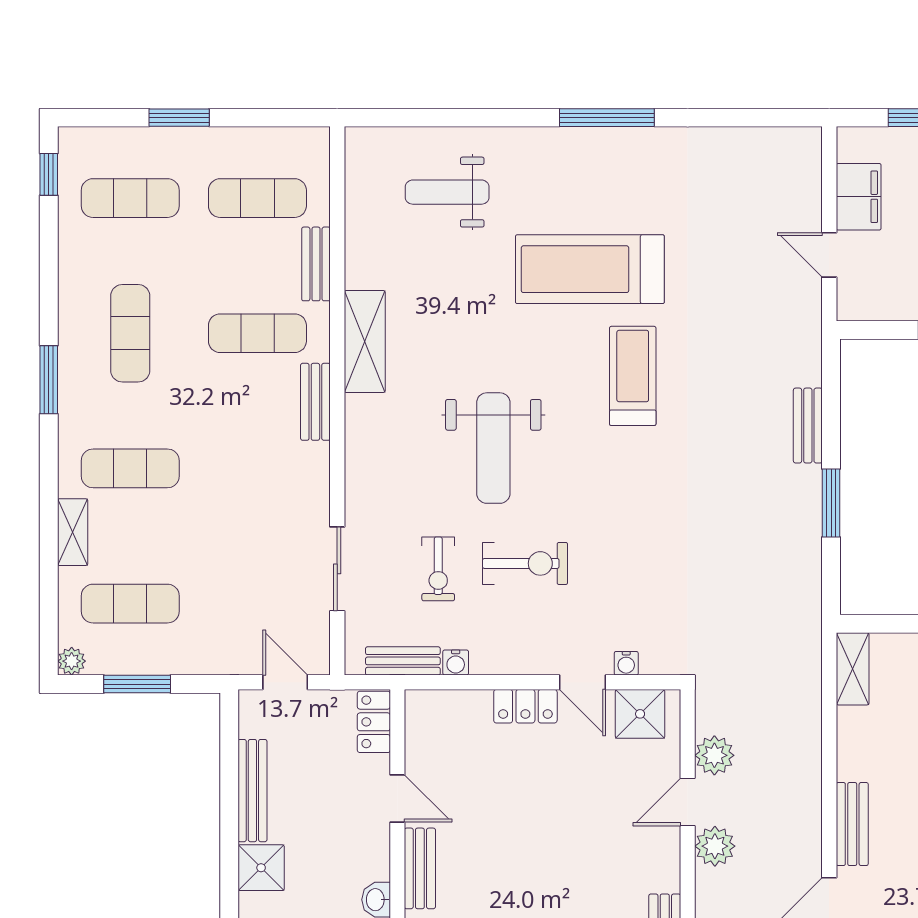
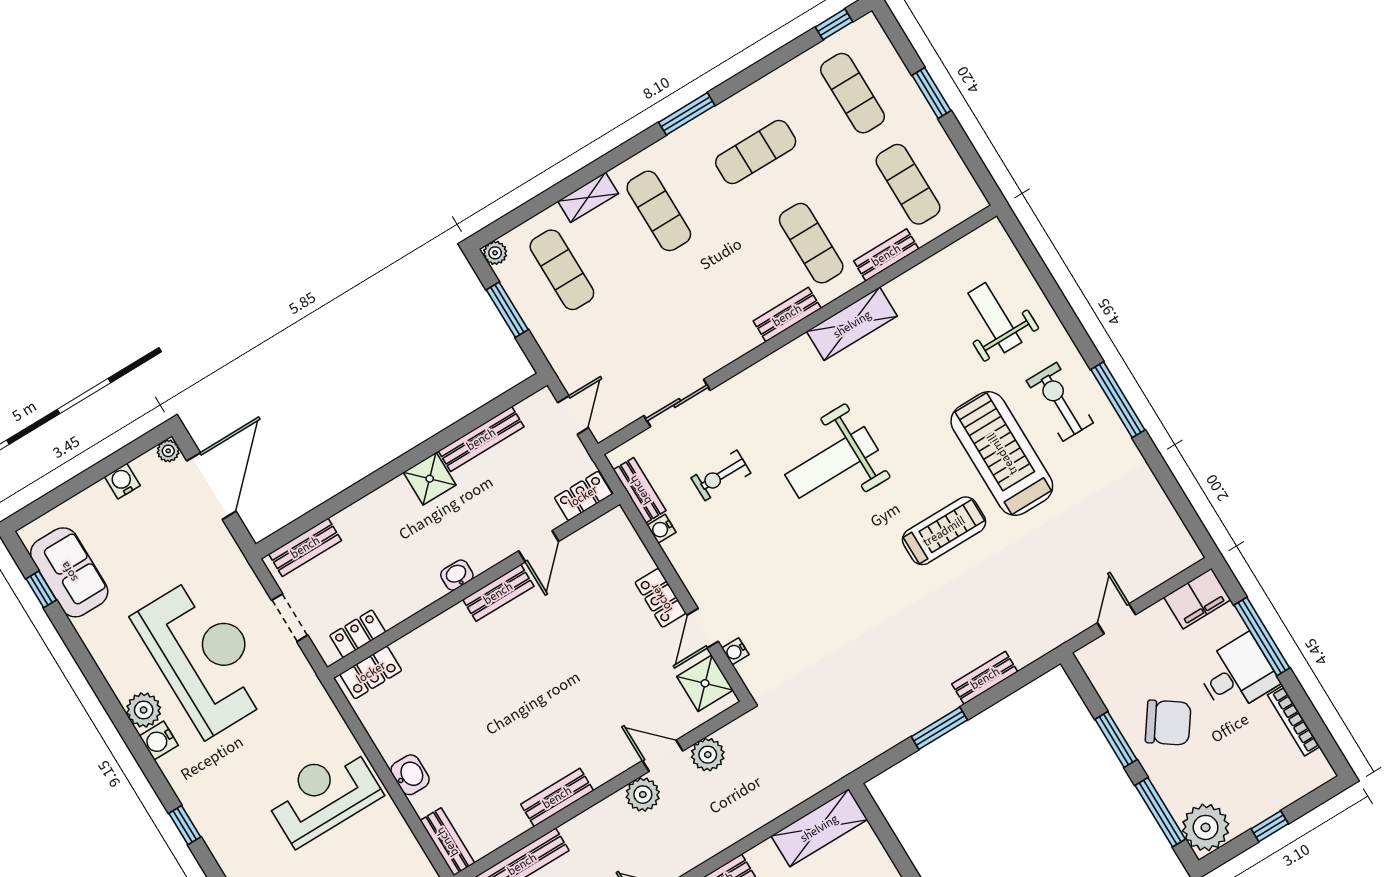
filing cabinet: (859, 197) -> (1197, 599), moved
exercise bike: (525, 563) -> (1060, 402), moved, turned 180
shelving: (853, 669) -> (819, 828), width x1.50, depth x1.33

